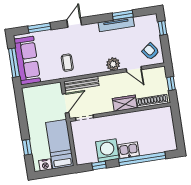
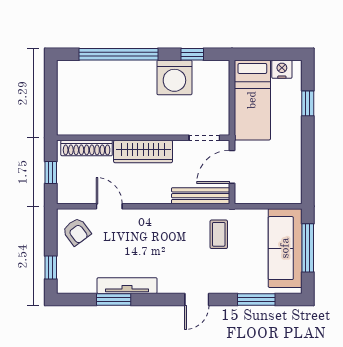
plant: (113, 64) -> (142, 220), removed
wardrobe: (125, 103) -> (143, 151), width x1.50
kitchen sink: (129, 150) -> (139, 72), removed

